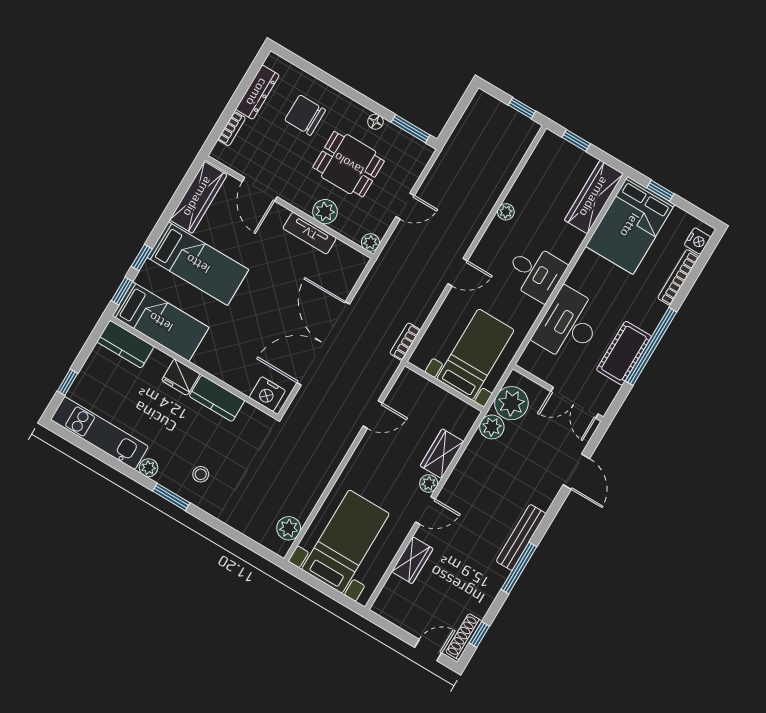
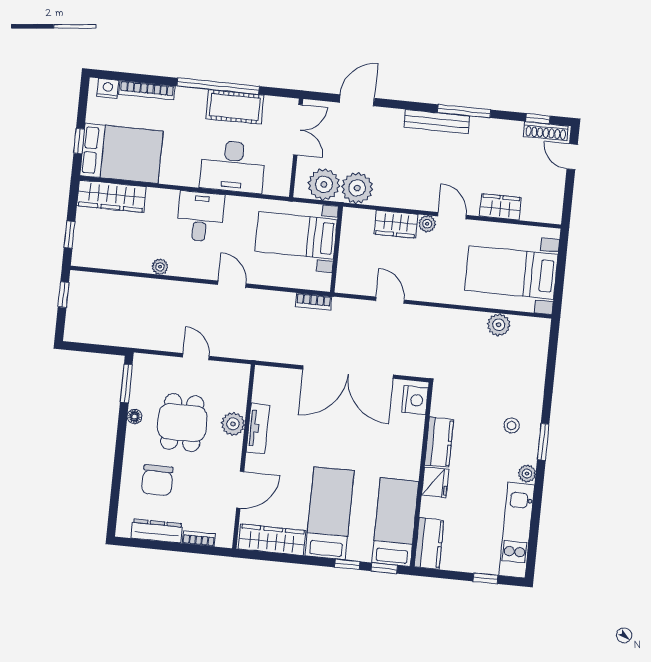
plant: (370, 243) -> (241, 372), removed
plant: (492, 427) -> (357, 188), width x1.36, depth x1.36
plant: (289, 528) -> (499, 325), moved

